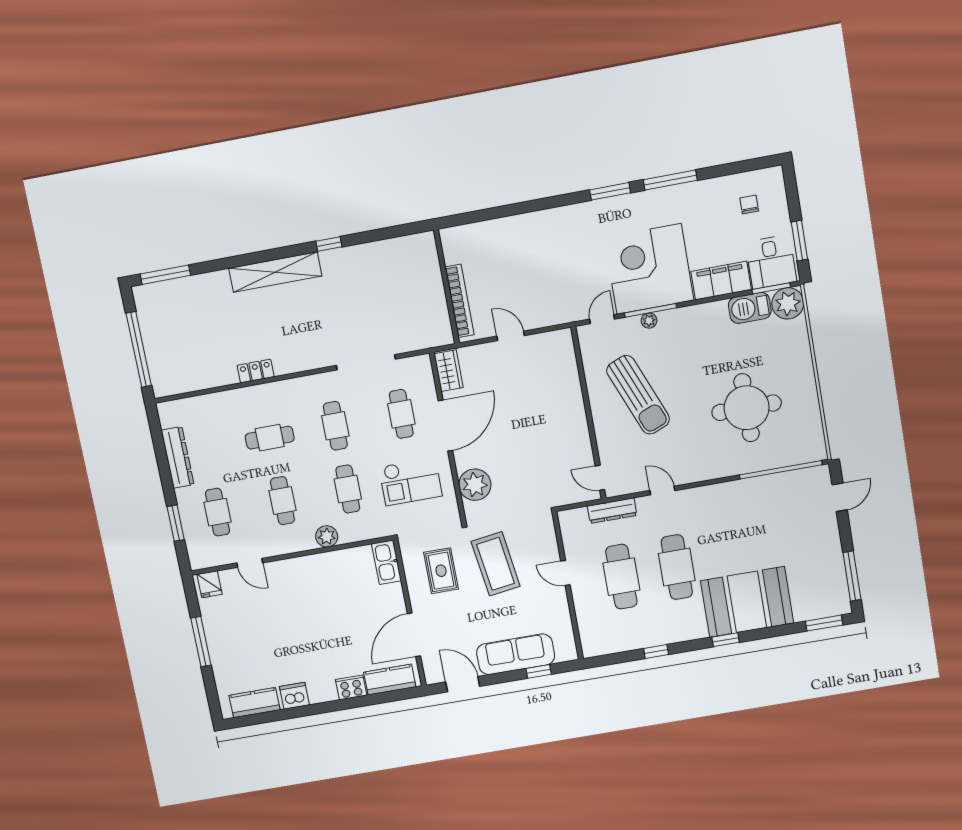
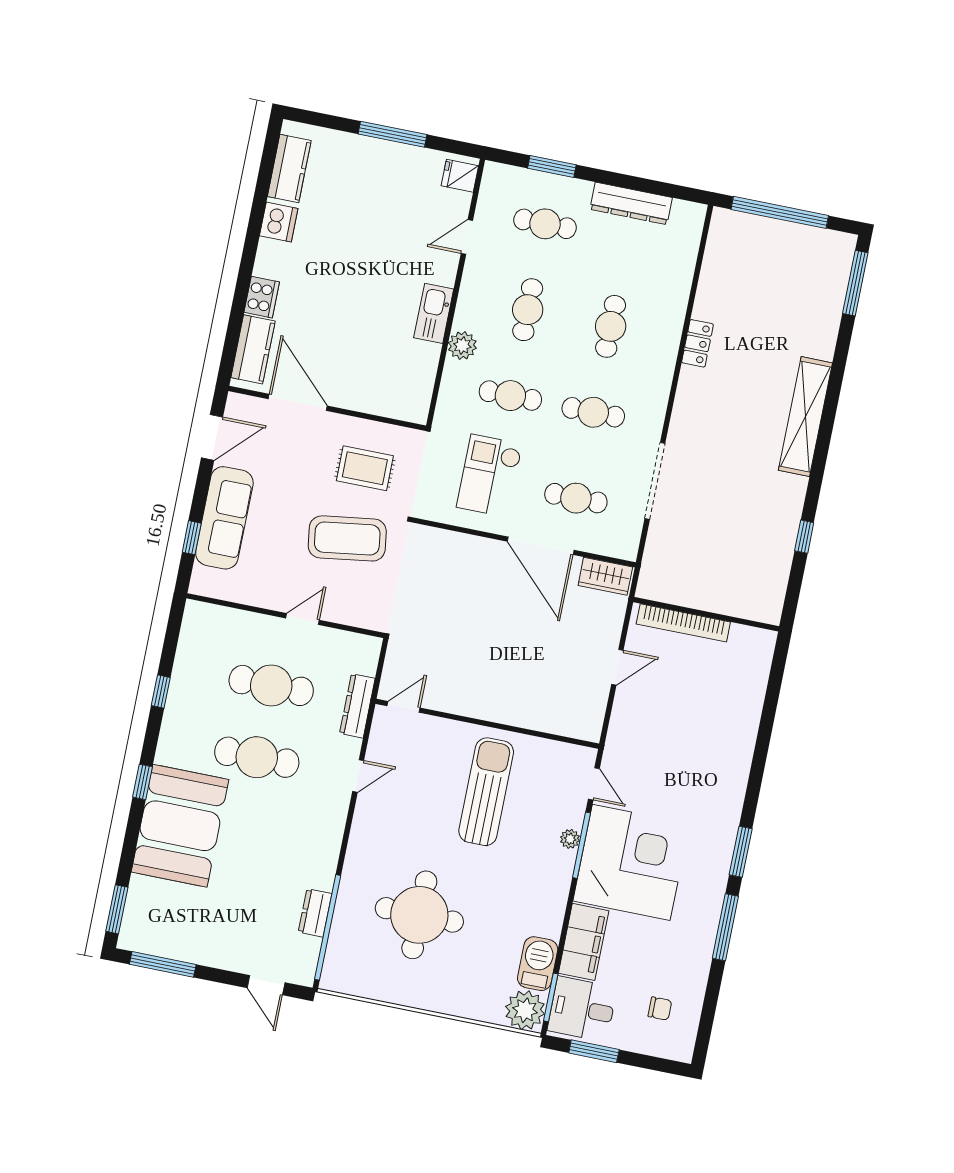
window: (329, 244) -> (804, 537), moved
sun lounger: (638, 395) -> (486, 792), turned 112
dresser: (774, 483) -> (315, 913), added
plant: (475, 485) -> (455, 552), removed
cafe table: (282, 501) -> (528, 310), turned 90
kitchen sink: (386, 562) -> (434, 313), moved, turned -90

